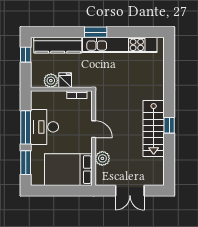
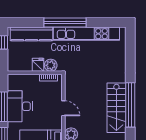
window: (96, 32) -> (65, 22), width x2.11
plant: (51, 81) -> (51, 65), moved
window: (169, 125) -> (130, 105), width x3.17

